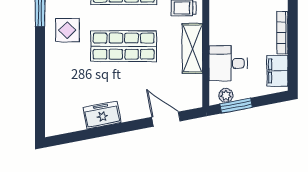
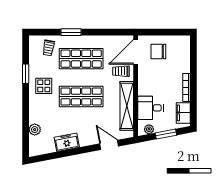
shelving: (192, 49) -> (127, 106), width x1.47
plant: (54, 96) -> (35, 130), added
window: (236, 106) -> (166, 134), moved

